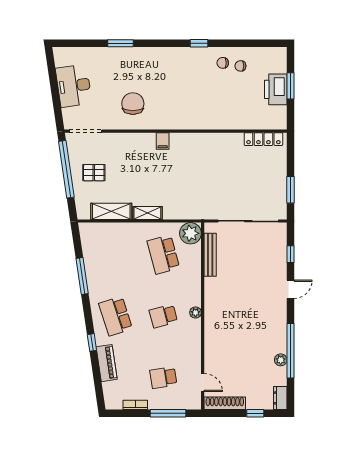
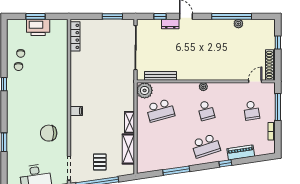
dresser: (280, 398) -> (170, 24), moved

